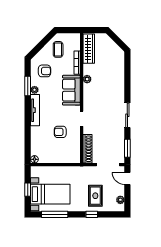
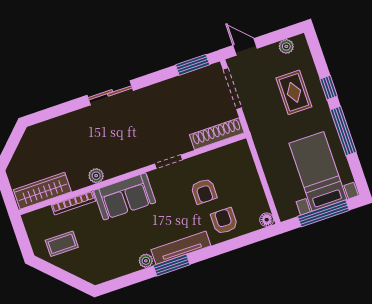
armchair: (44, 71) -> (224, 221), moved
window: (28, 86) -> (172, 265), moved
sliding door: (127, 115) -> (110, 93), moved
door: (127, 178) -> (245, 47), swing flipped
window: (28, 190) -> (323, 213), width x2.17
rug: (95, 196) -> (294, 92), turned 90
window: (55, 214) -> (343, 131), moved

